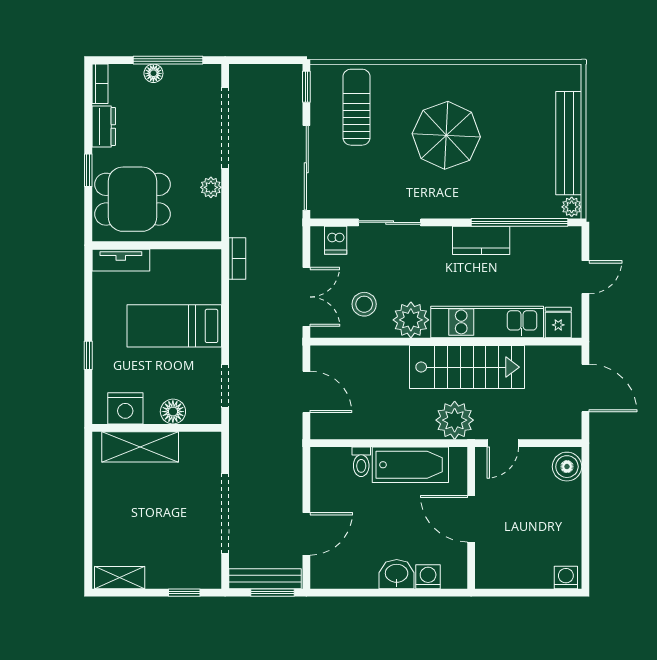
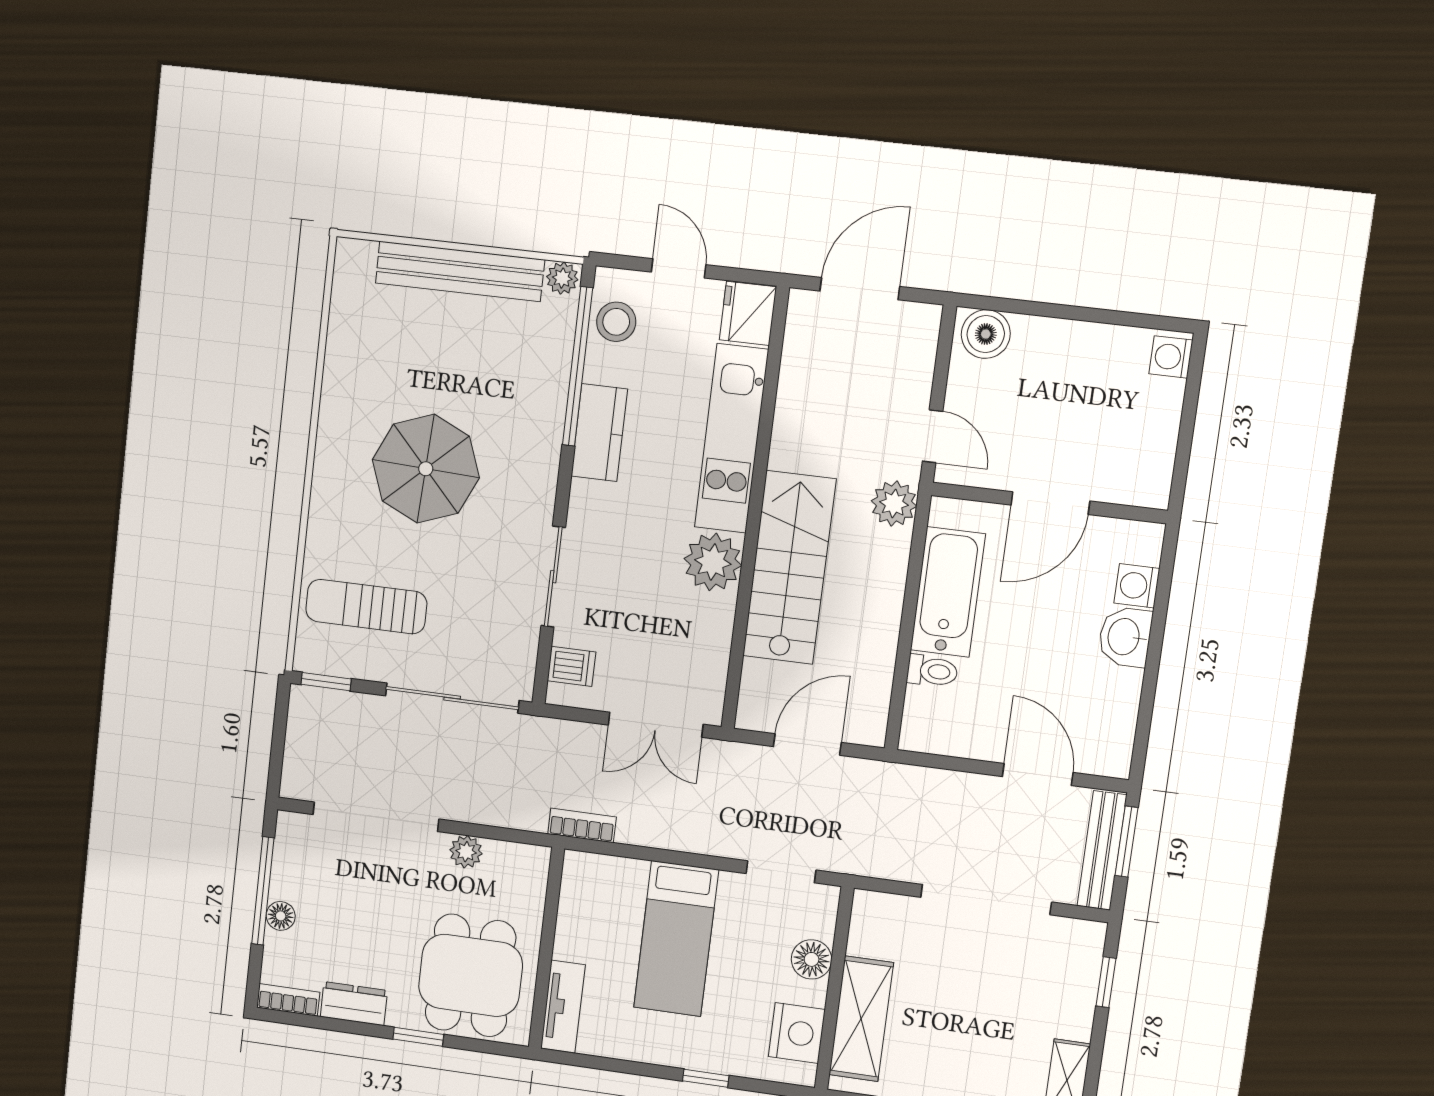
double door: (306, 297) -> (656, 725), swing flipped
stool: (364, 304) -> (616, 322), moved
fridge: (558, 322) -> (748, 313), width x1.38
stairs: (467, 367) -> (789, 568), moved
plant: (455, 420) -> (894, 504), width x0.73, depth x0.73

